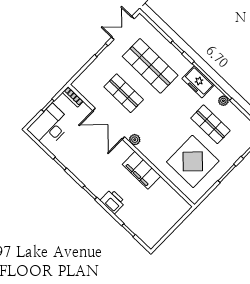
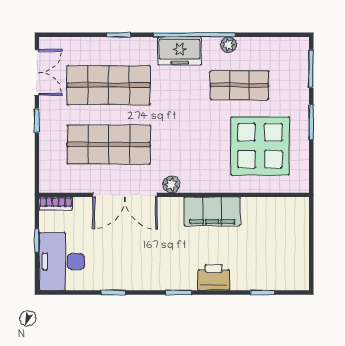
double door: (123, 28) -> (37, 72), swing flipped
shop shelf: (124, 93) -> (109, 145), width x1.43, depth x1.36

